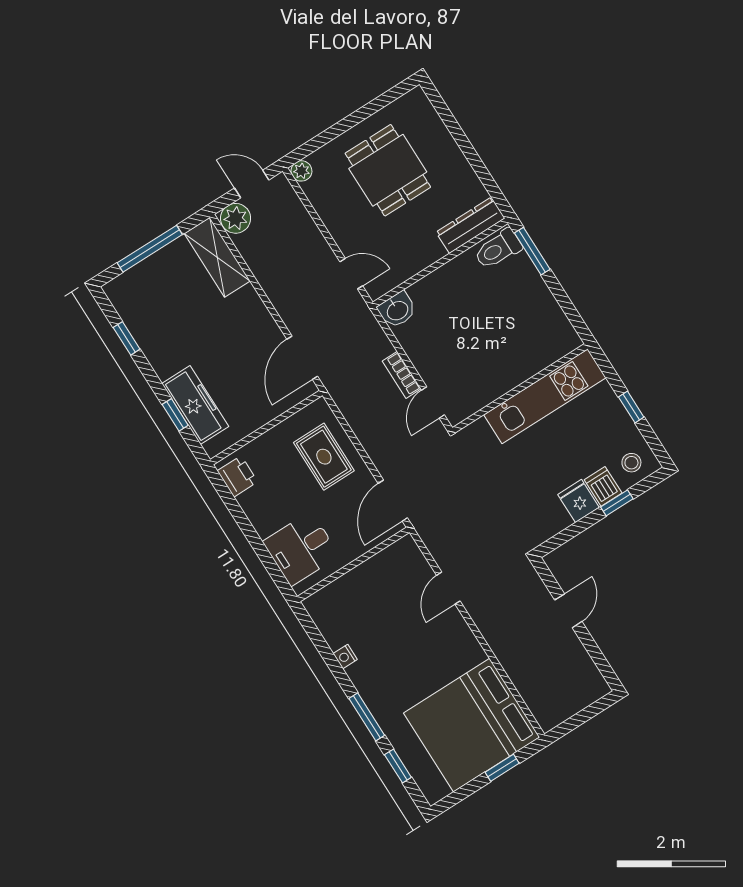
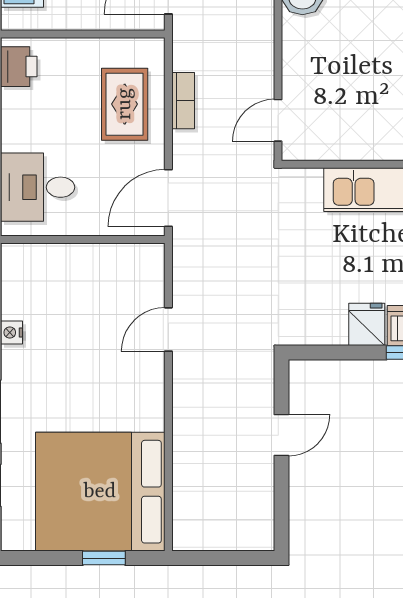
bookcase: (402, 375) -> (183, 101), moved, turned 180

